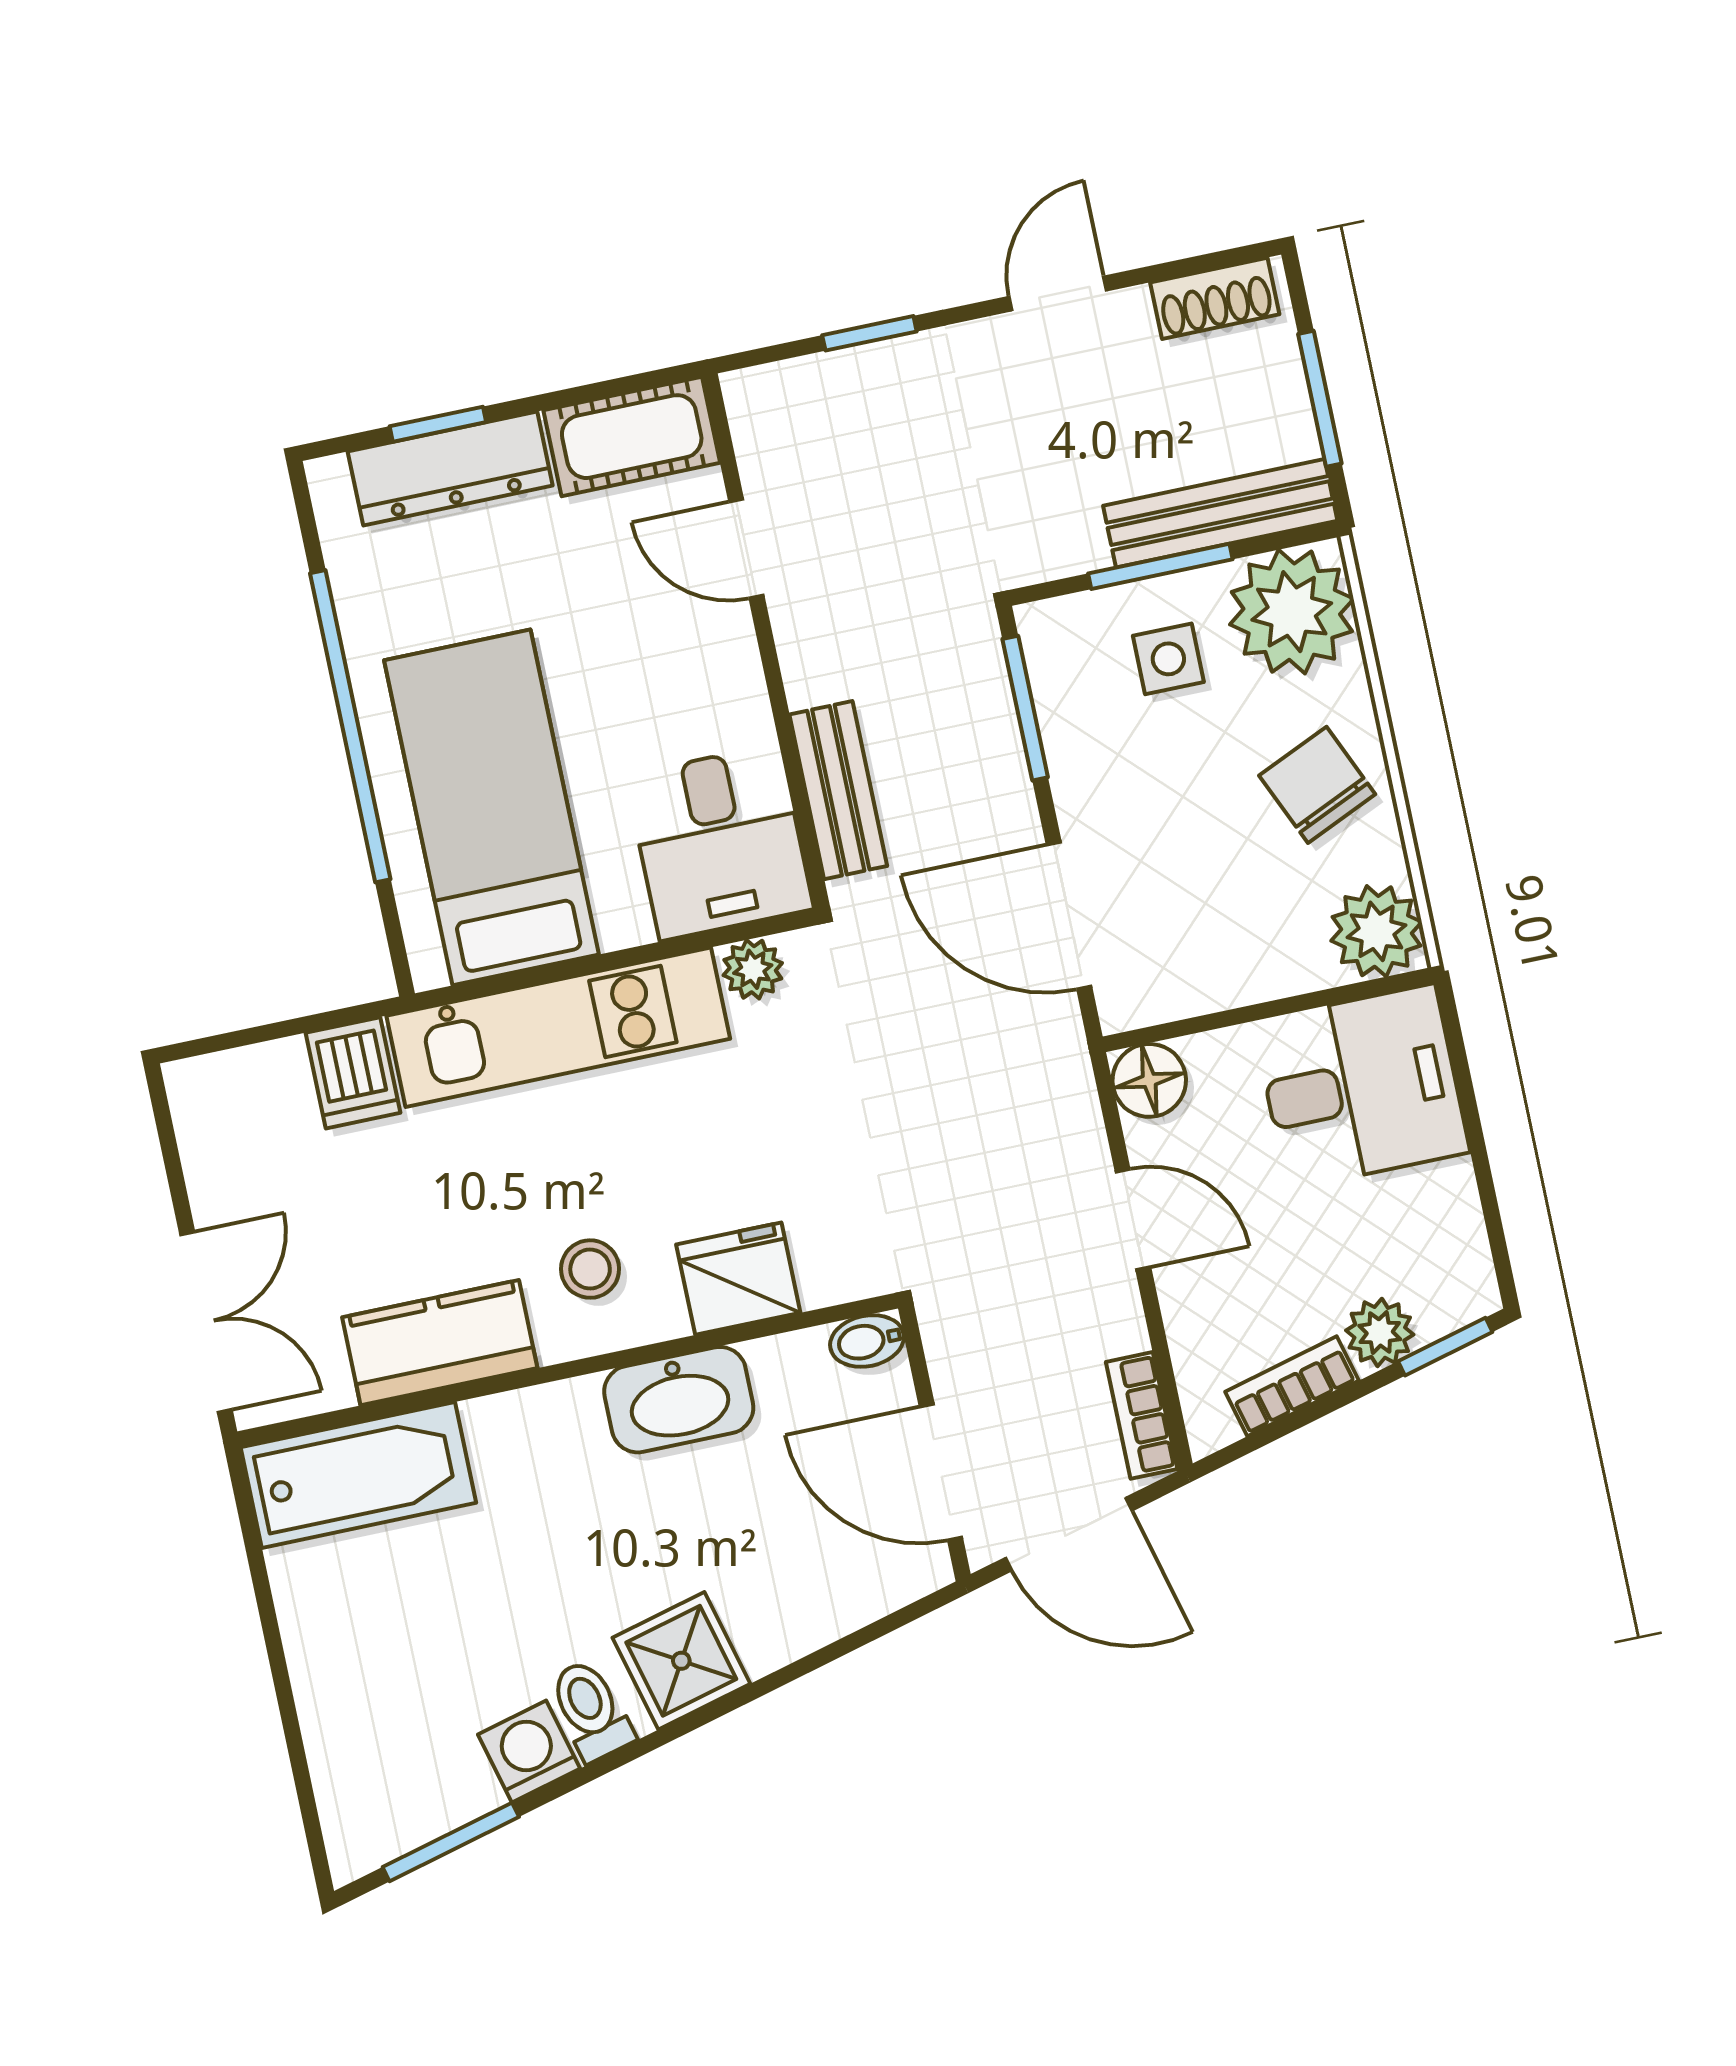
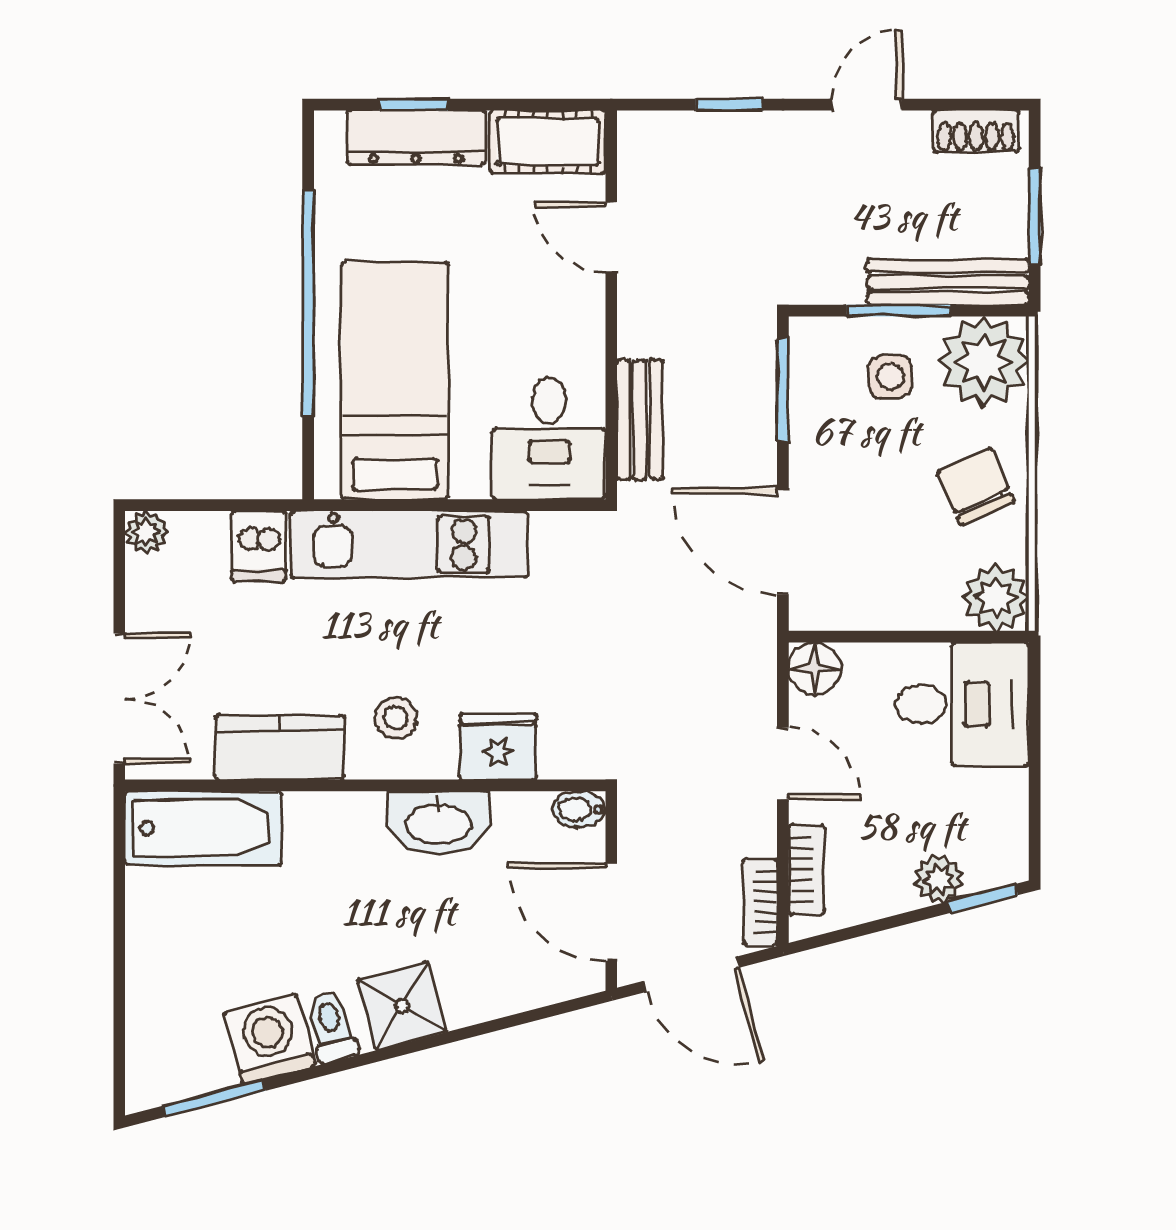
plant: (753, 969) -> (146, 532), moved
bookcase: (1292, 1386) -> (806, 870), moved, turned 105
washing machine: (529, 1751) -> (269, 1039), width x1.38, depth x1.38

